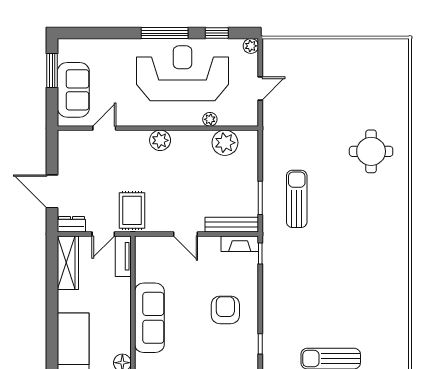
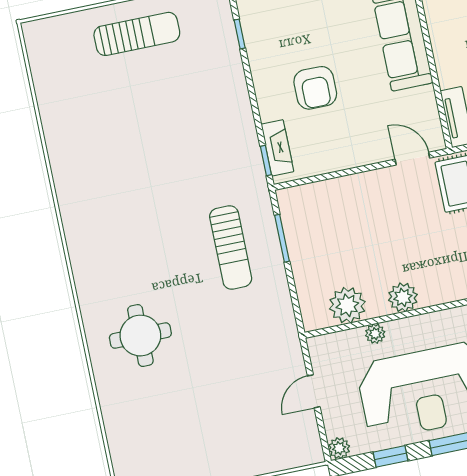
plant: (160, 140) -> (403, 297), moved
bench: (232, 225) -> (314, 193), removed
door: (186, 234) -> (412, 159), moved
fireplace: (240, 244) -> (277, 148), moved, turned 90
armchair: (225, 310) -> (315, 88), moved

